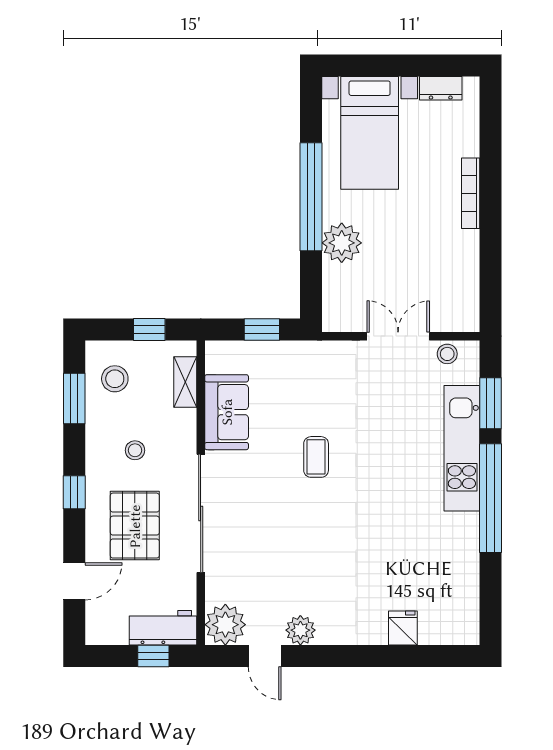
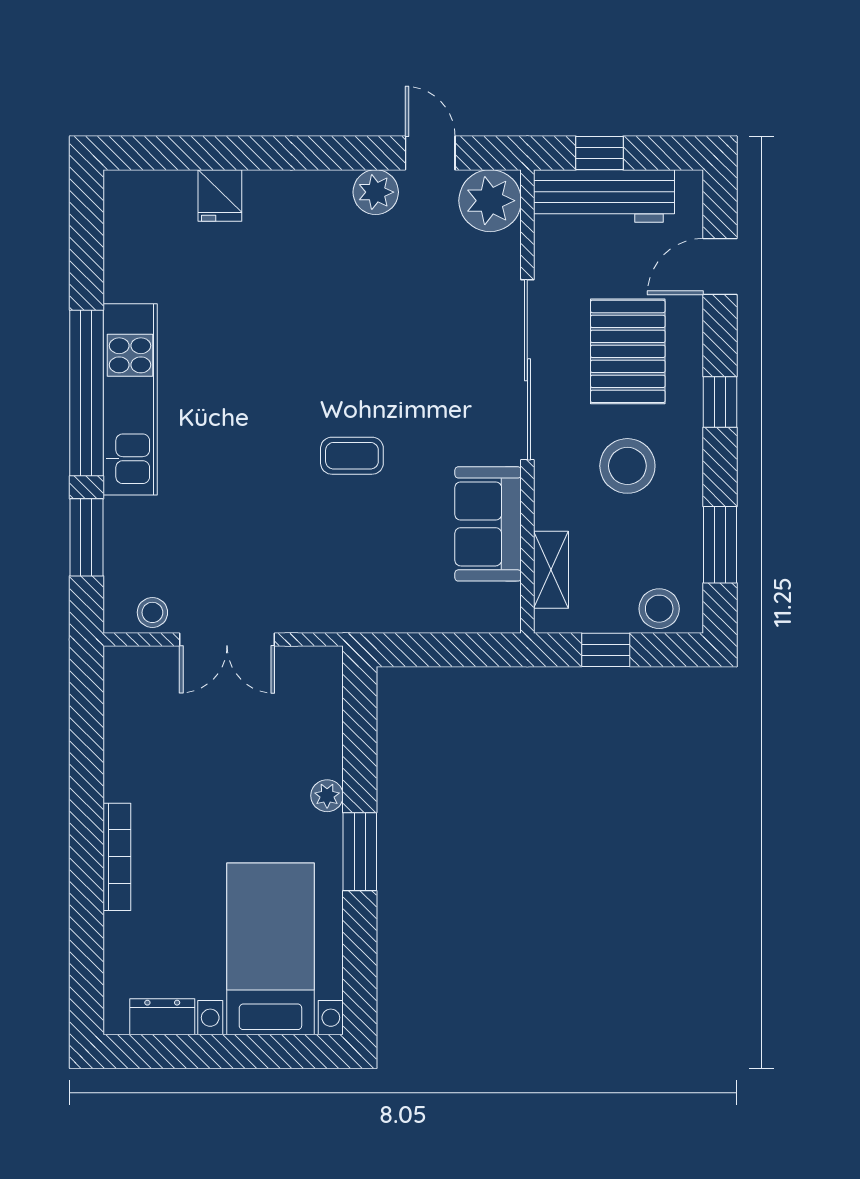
window: (311, 197) -> (360, 852), width x0.47
plant: (342, 243) -> (327, 796), width x0.53, depth x0.53
window: (262, 329) -> (434, 650), removed
stool: (115, 379) -> (659, 609), moved
kitchen unit: (462, 448) -> (130, 399), moved
stool: (135, 450) -> (627, 466), width x1.89, depth x1.89
coffee table: (316, 457) -> (352, 456), turned 90
workbench: (163, 628) -> (604, 196), width x1.38

